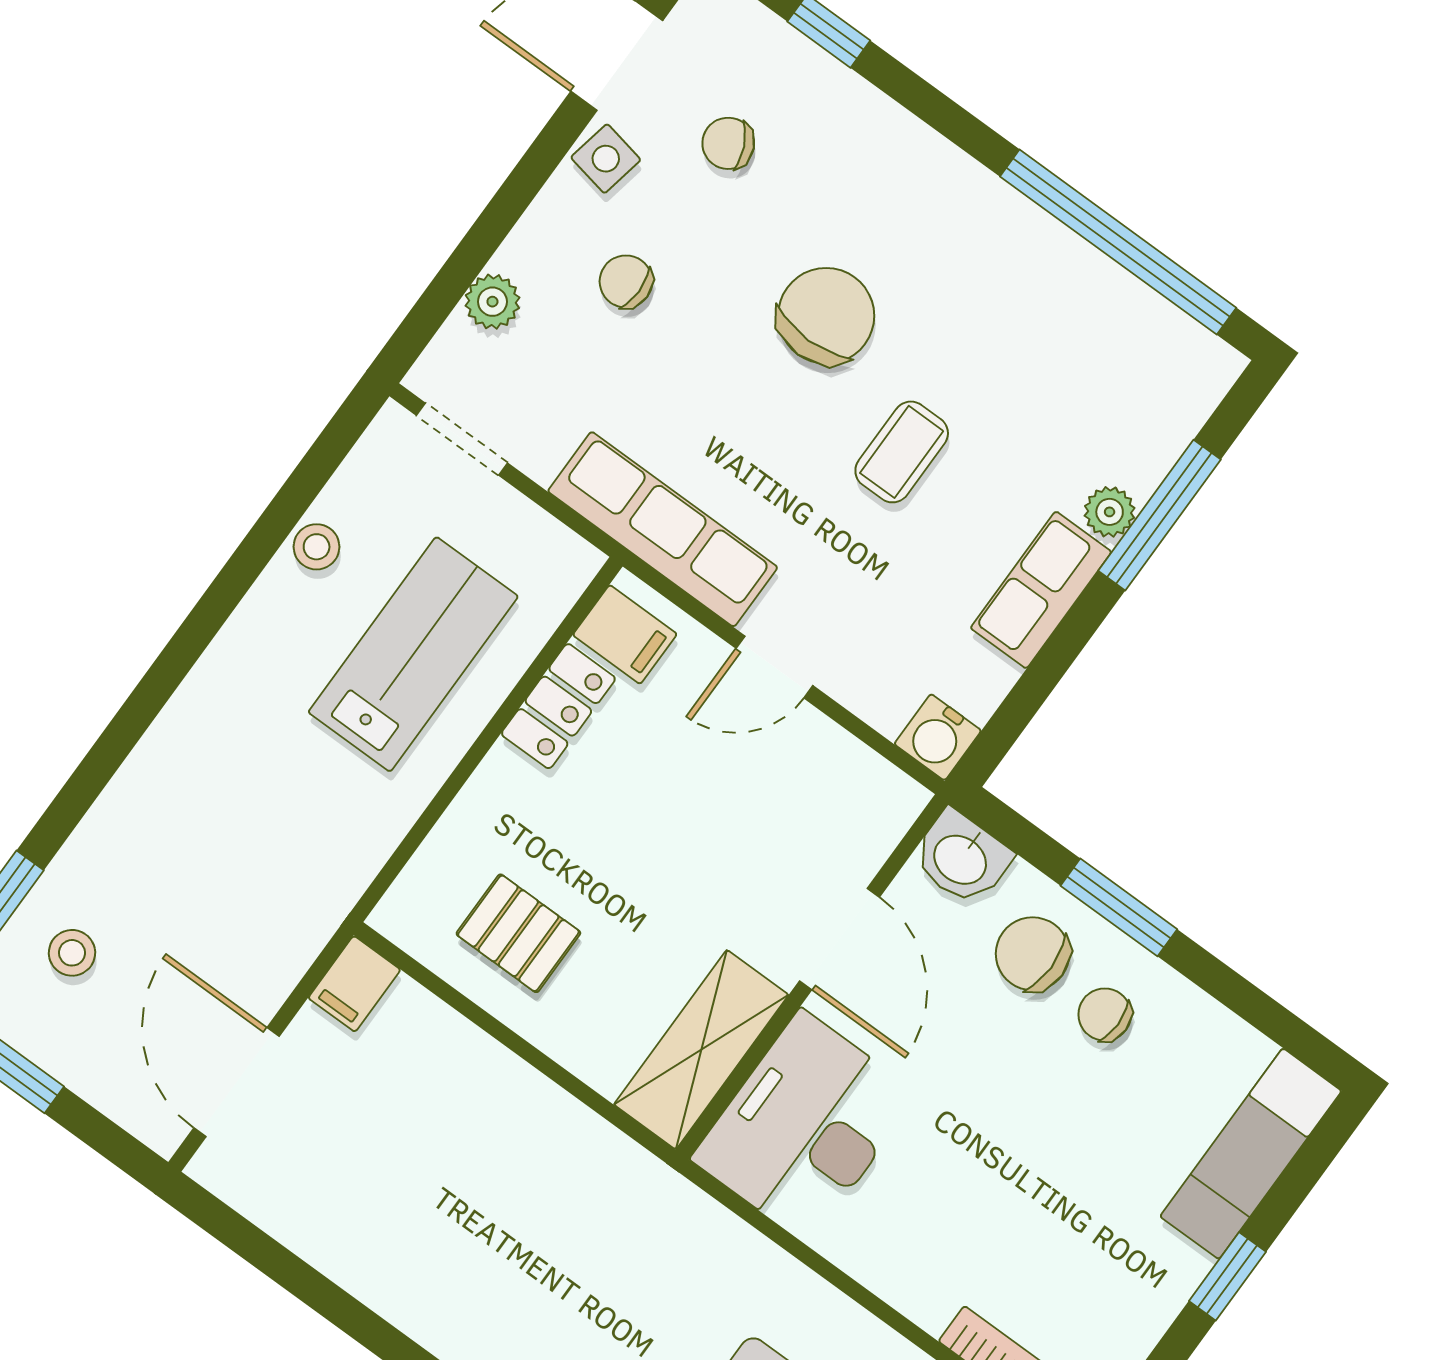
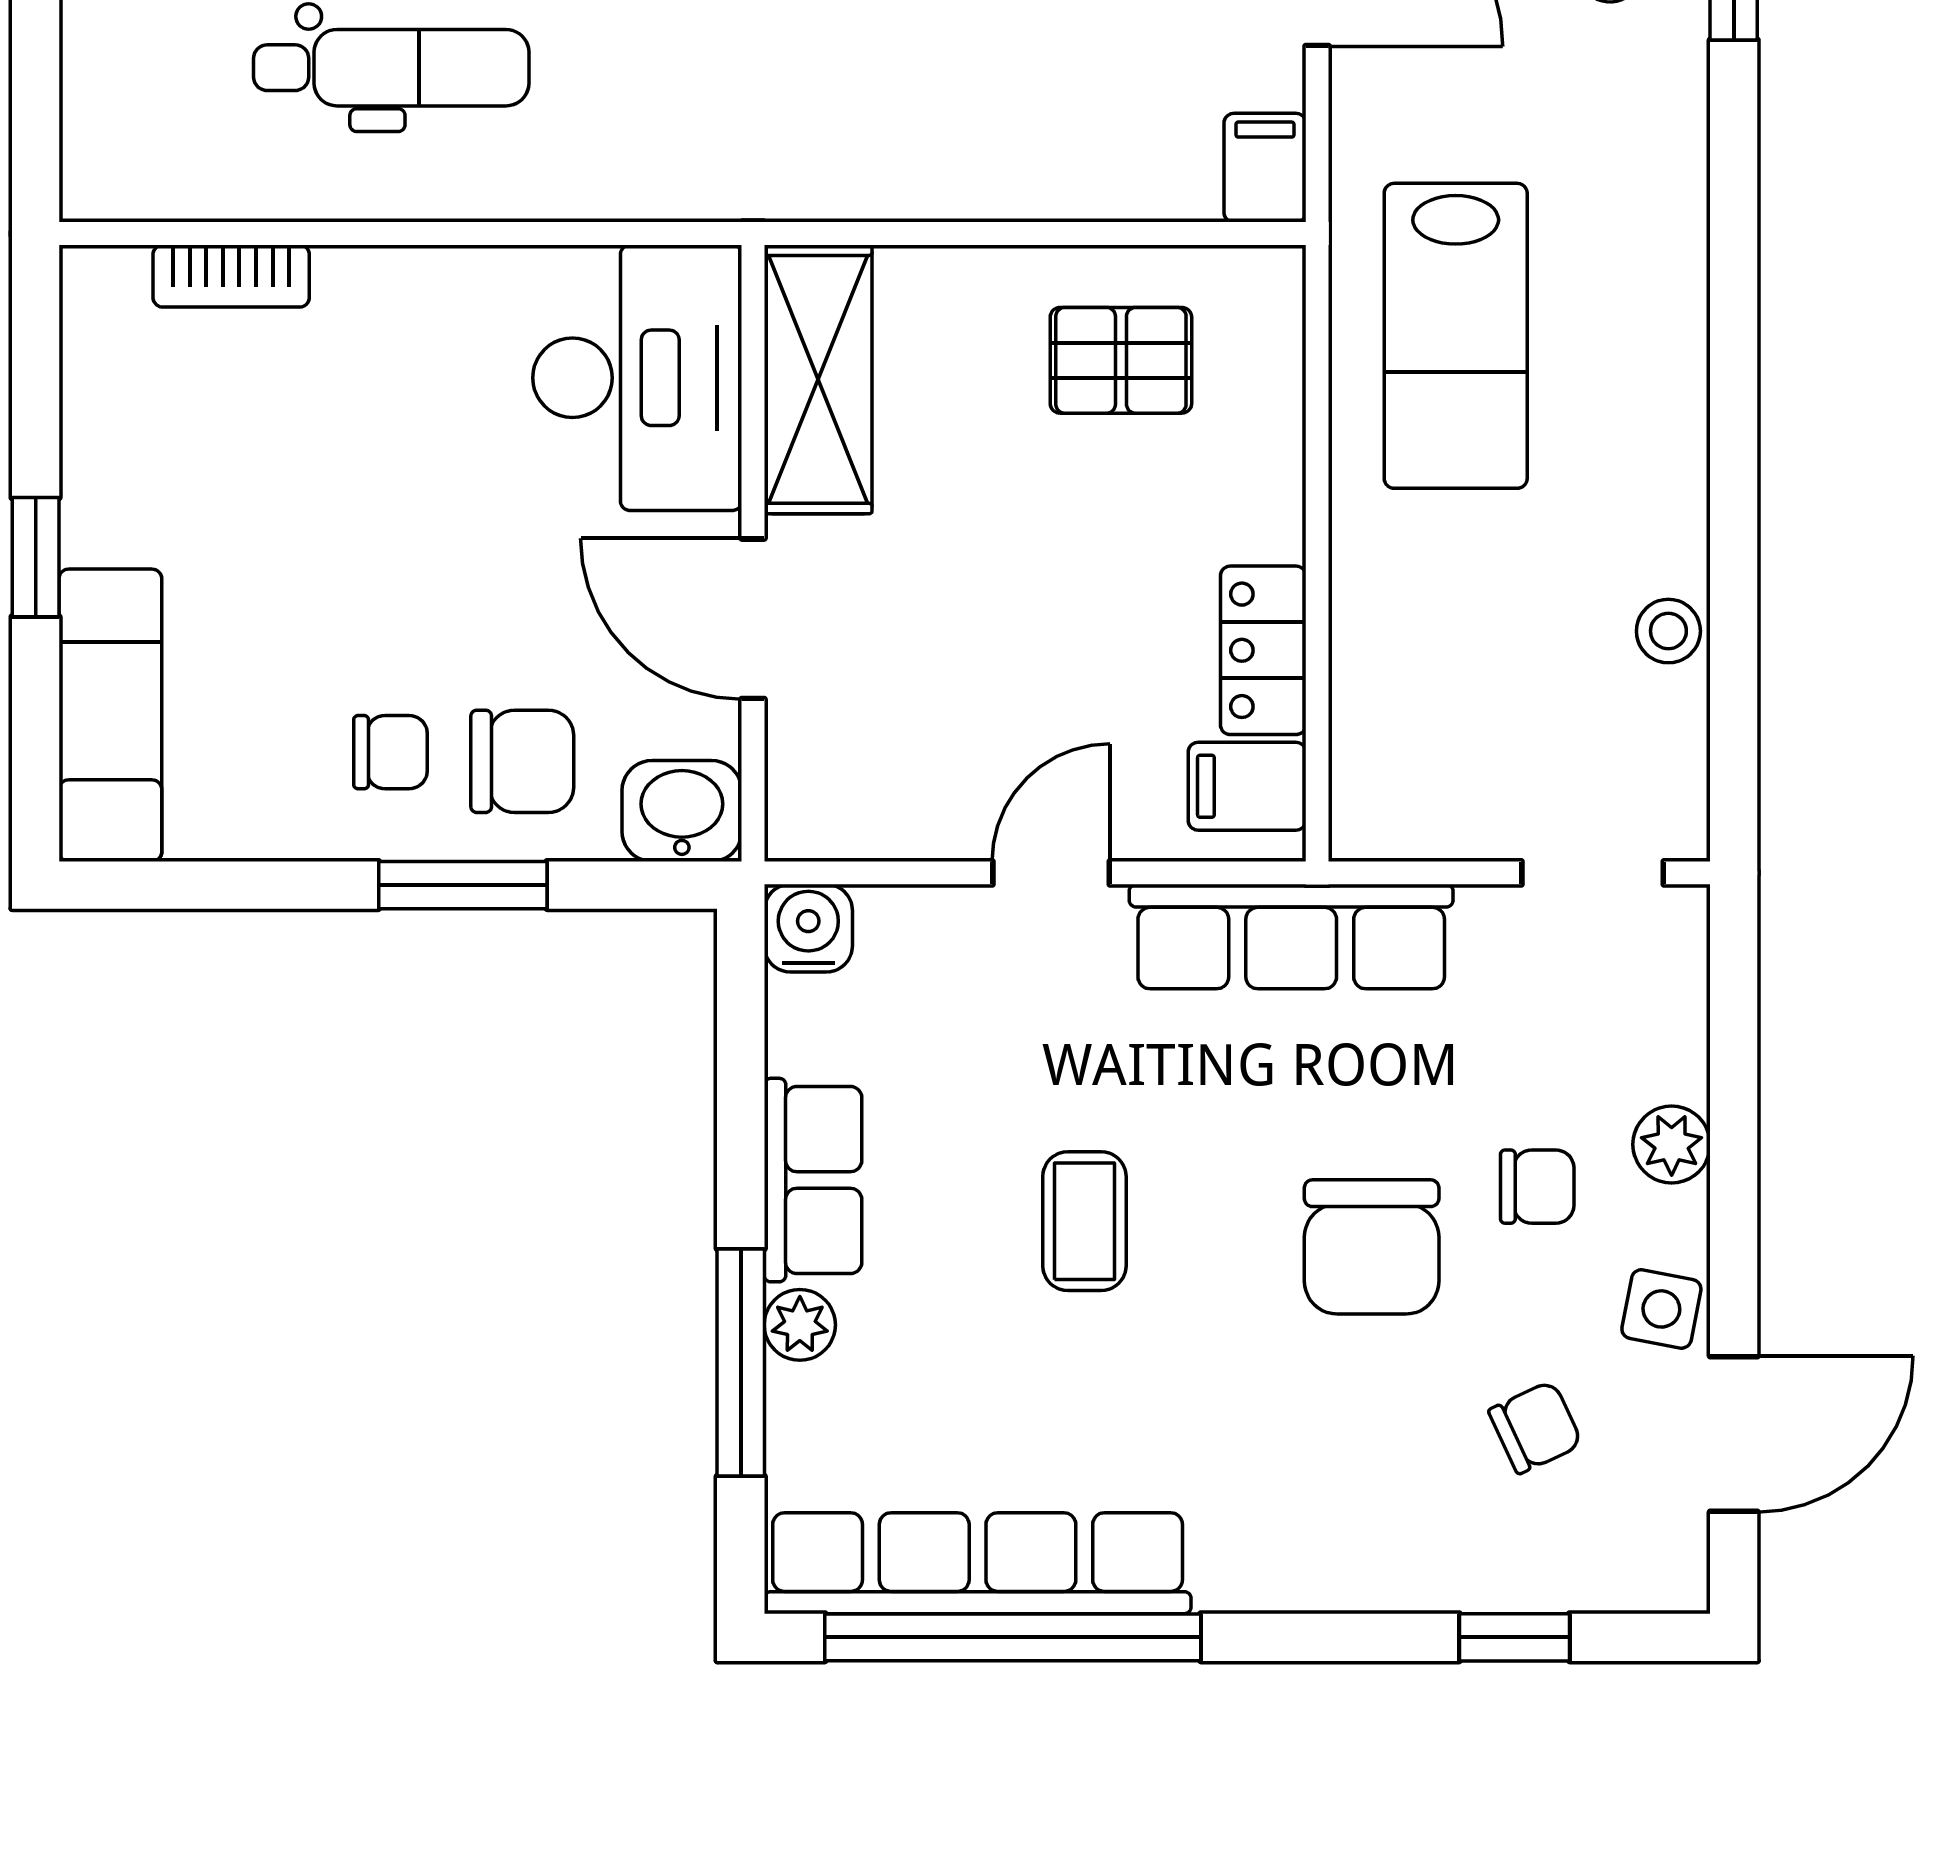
row of seats: (1107, 300) -> (978, 1563), added
plant: (492, 302) -> (1672, 1144), moved
chair: (826, 316) -> (1372, 1247), moved
lab bench: (413, 654) -> (1456, 336), moved

